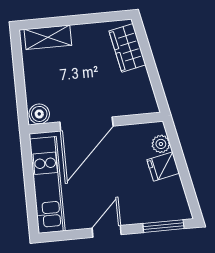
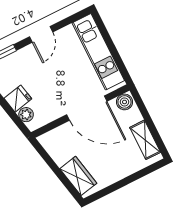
shelving: (48, 37) -> (145, 140), moved, turned 90
door: (86, 124) -> (87, 108), swing flipped

